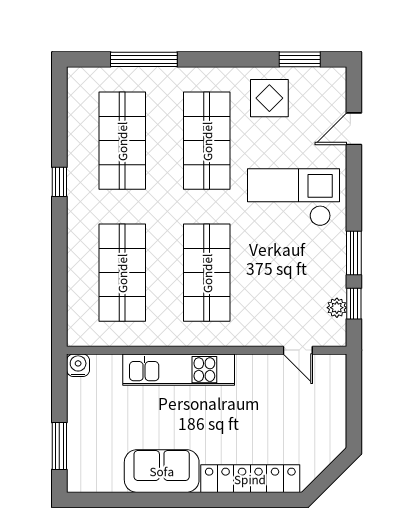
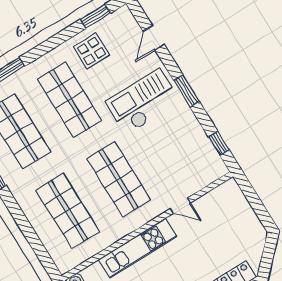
window: (354, 253) -> (187, 91), moved
plant: (337, 308) -> (210, 152), removed
door: (298, 350) -> (180, 206), moved

